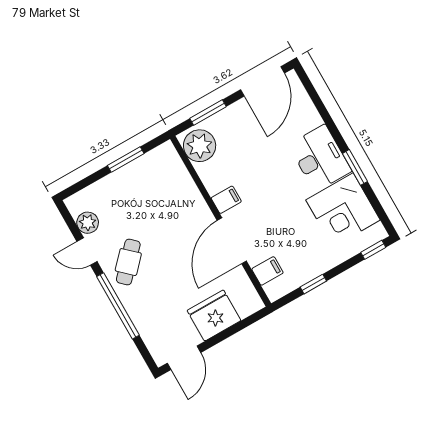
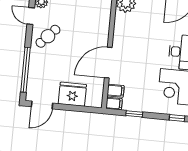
filing cabinet: (226, 200) -> (114, 104), moved
window: (118, 306) -> (26, 70), moved

